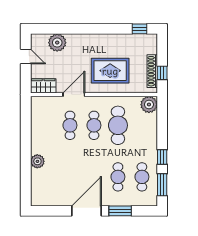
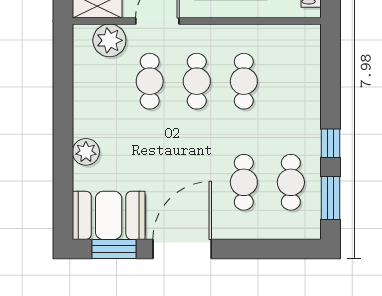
plant: (149, 105) -> (109, 40), moved
cafe table: (118, 125) -> (244, 81), width x0.73, depth x0.74
booth: (49, 194) -> (109, 215), added
window: (120, 211) -> (114, 249), moved

